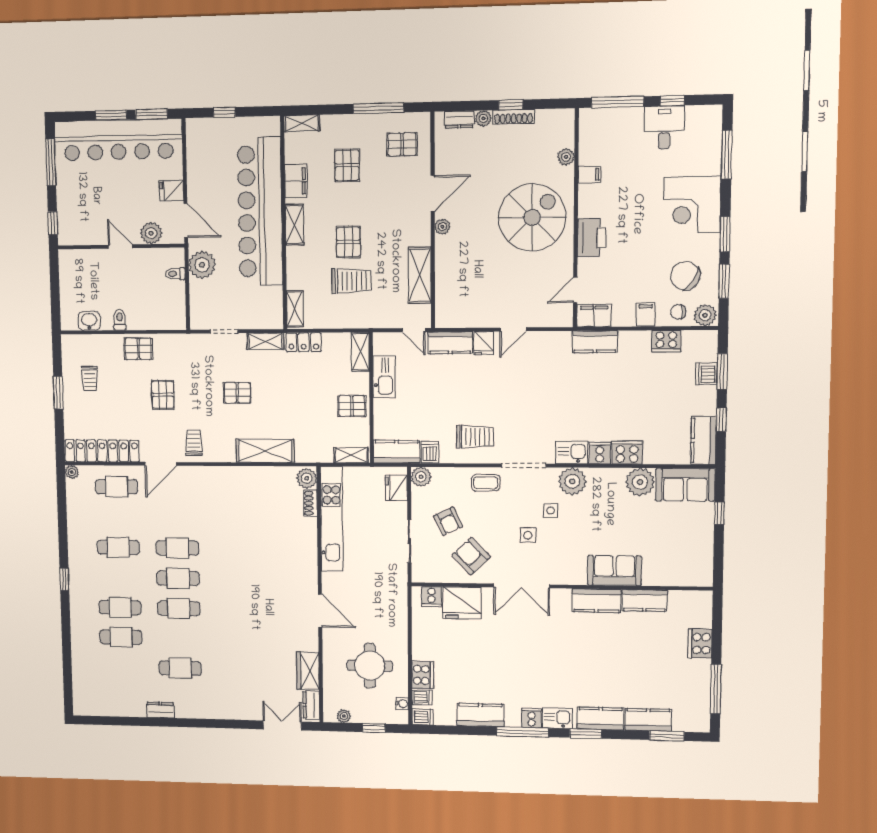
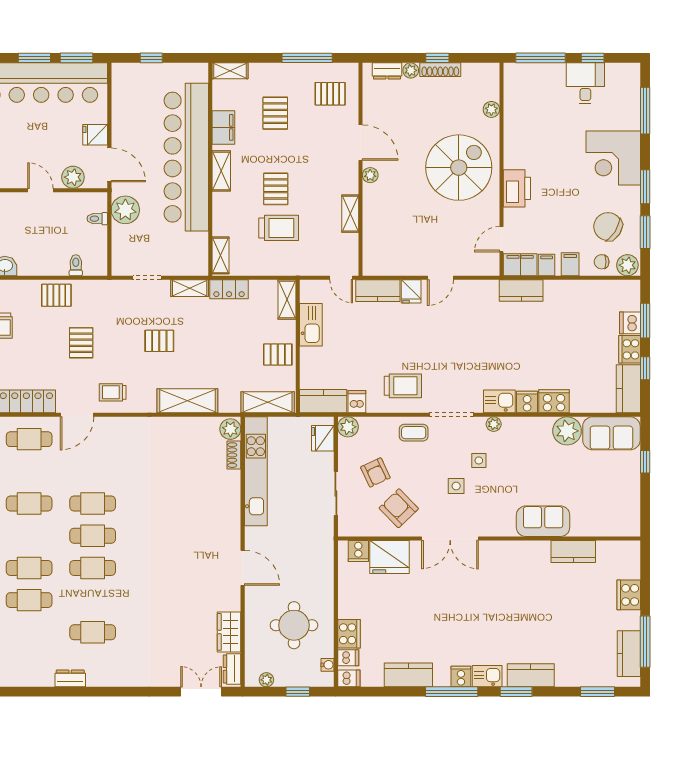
filing cabinet: (589, 174) -> (547, 265), moved, turned -90
door: (433, 194) -> (361, 143), hinge flipped
shelving: (420, 275) -> (350, 214), width x0.67, depth x0.75
toilet: (120, 320) -> (76, 265), moved
cooker: (666, 341) -> (630, 349), moved, turned 90
trolley: (194, 442) -> (113, 392), turned -90
shelving: (351, 455) -> (268, 402), width x1.50, depth x1.33
plant: (572, 481) -> (494, 424), width x0.53, depth x0.53
kitchen counter: (596, 601) -> (525, 552), removed
kitchen counter: (648, 720) -> (629, 654), moved, turned -90

